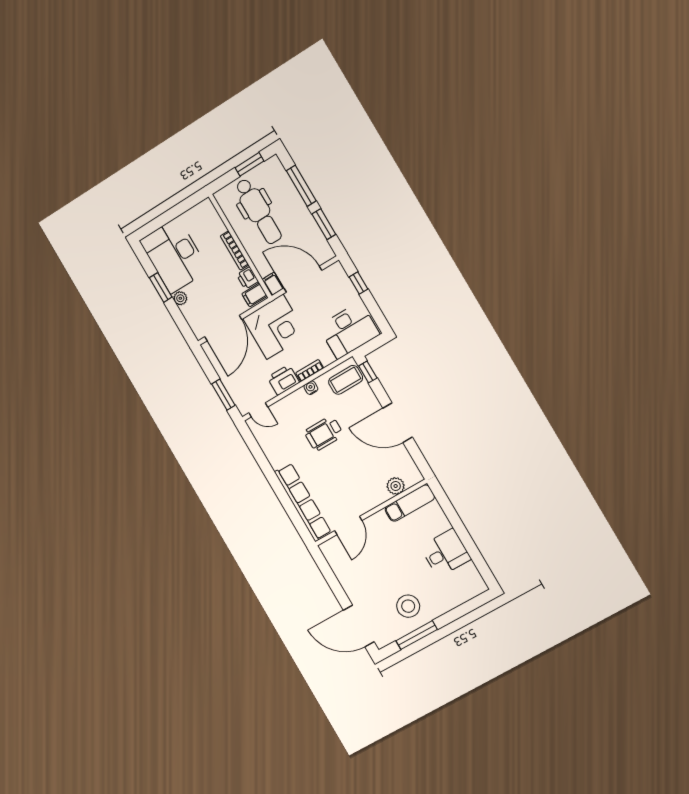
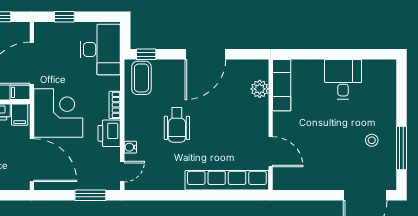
water cooler: (311, 388) -> (130, 147), moved
stool: (408, 606) -> (372, 140), width x0.53, depth x0.53

